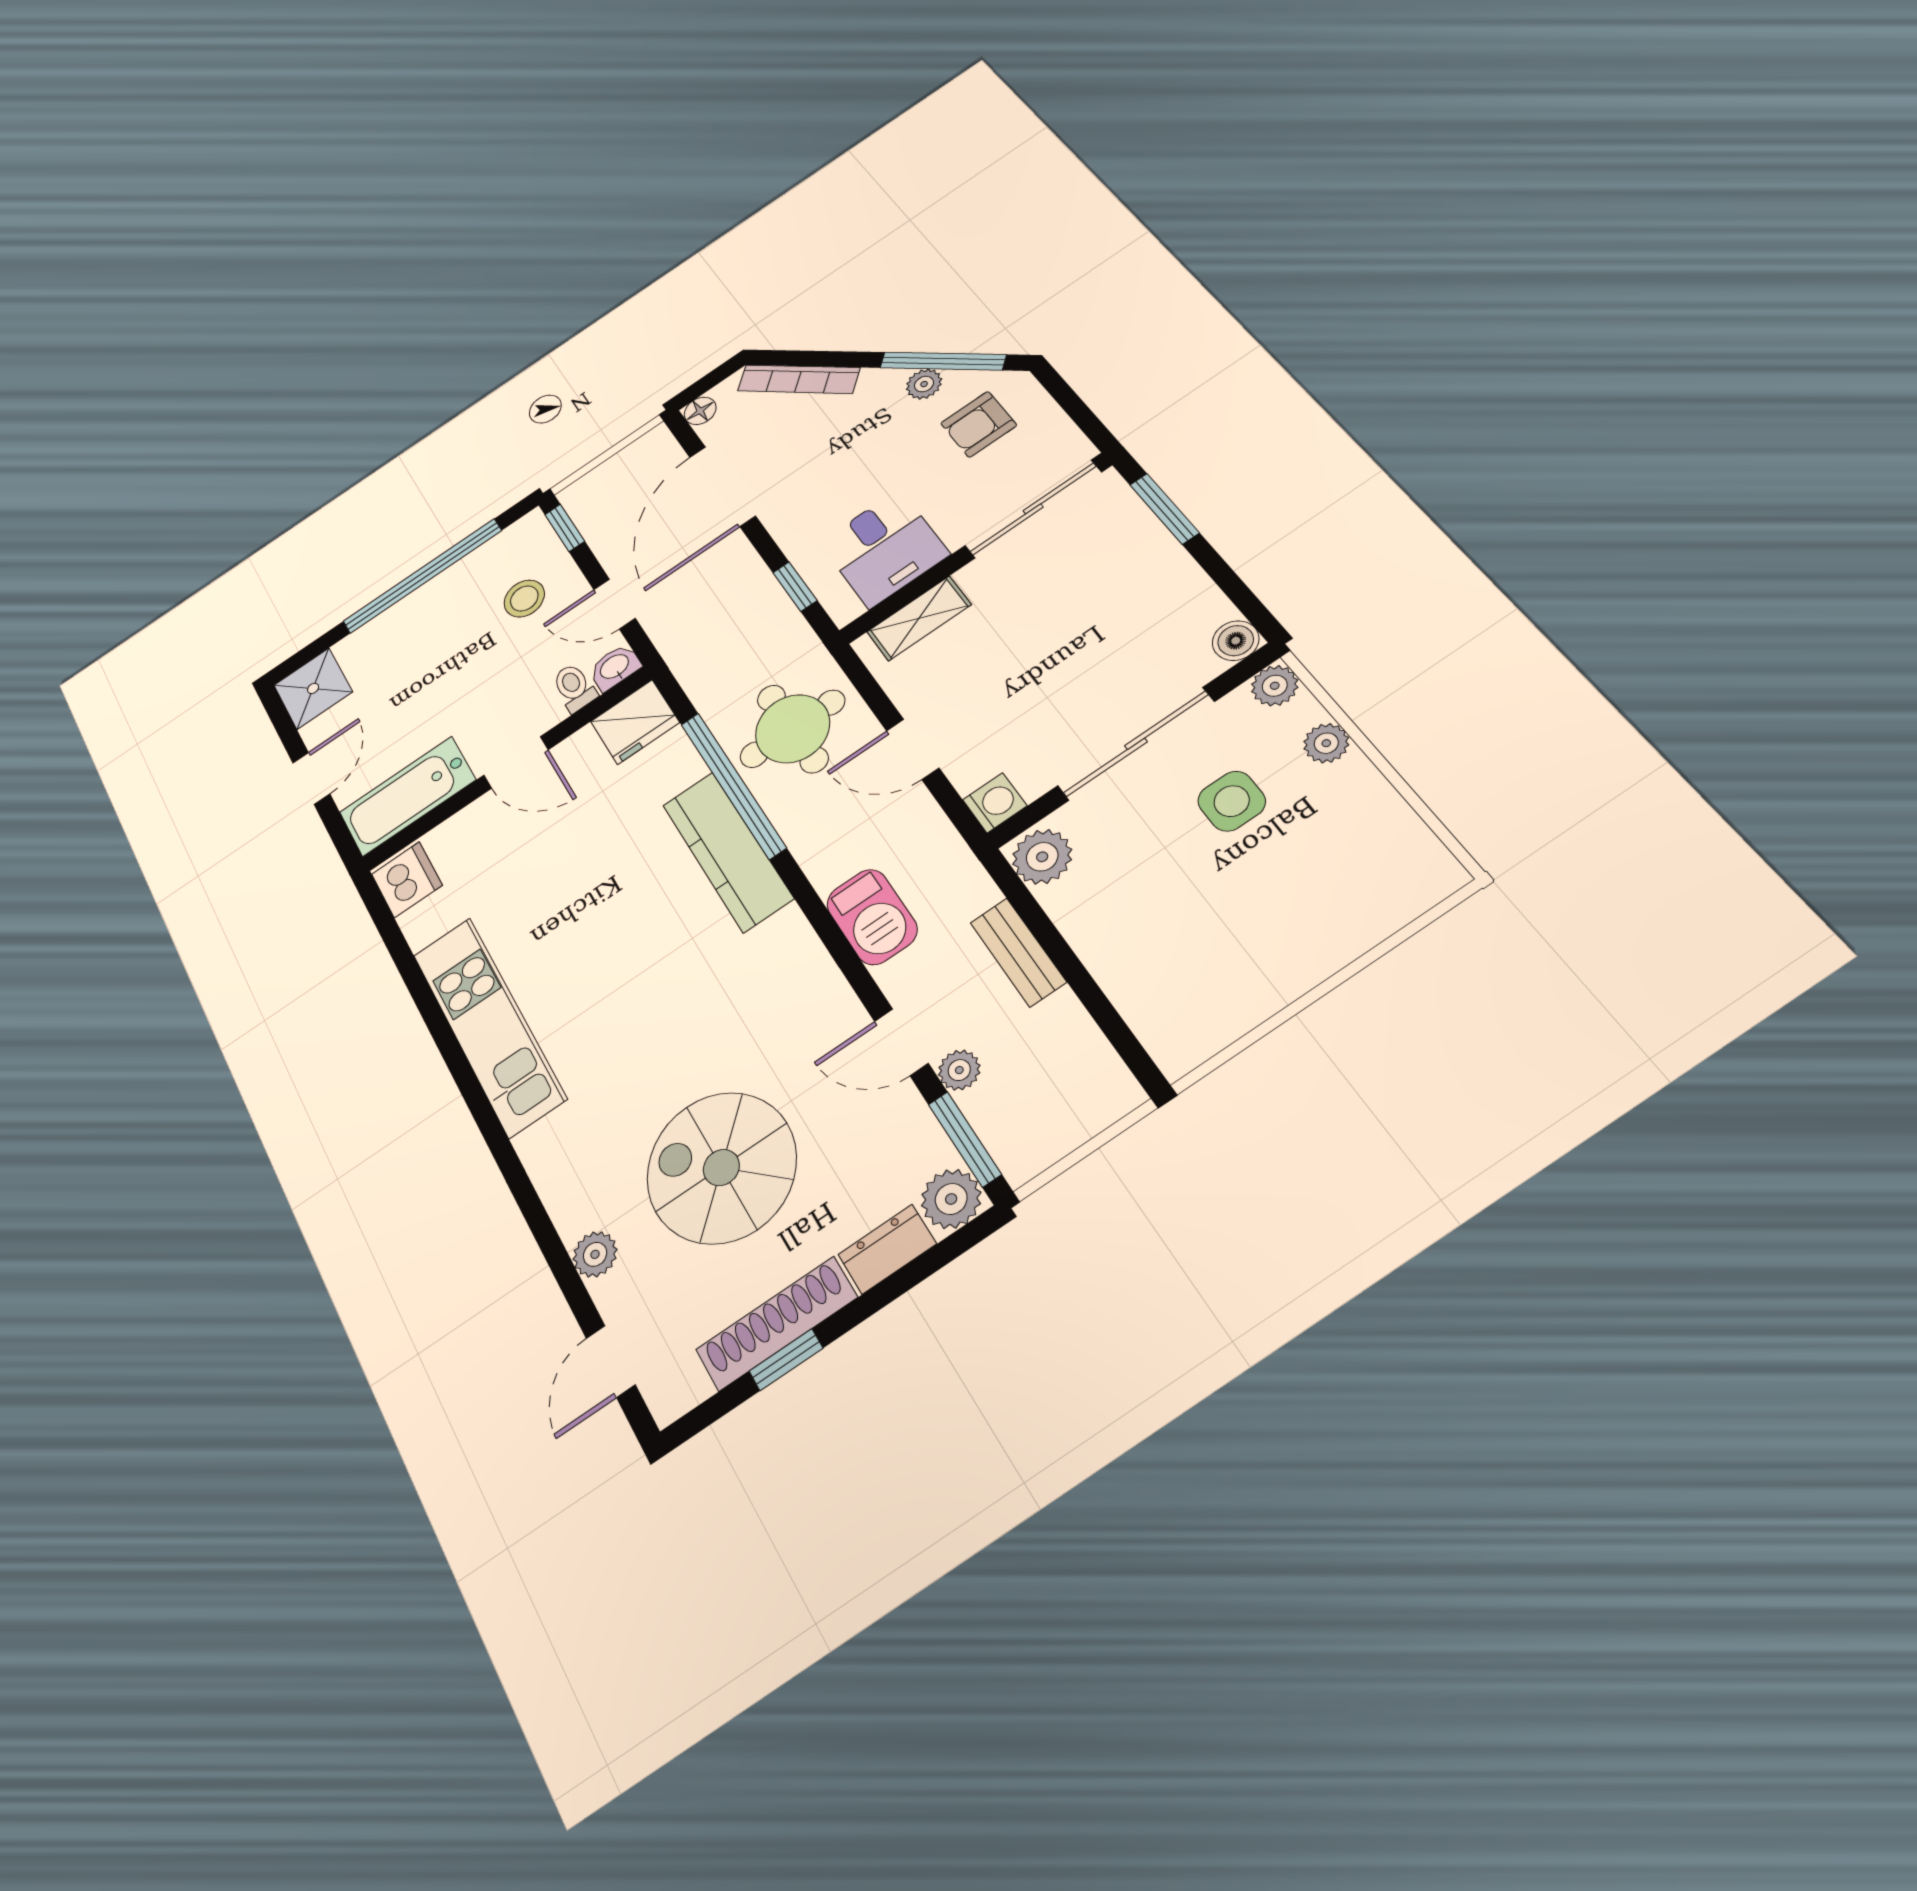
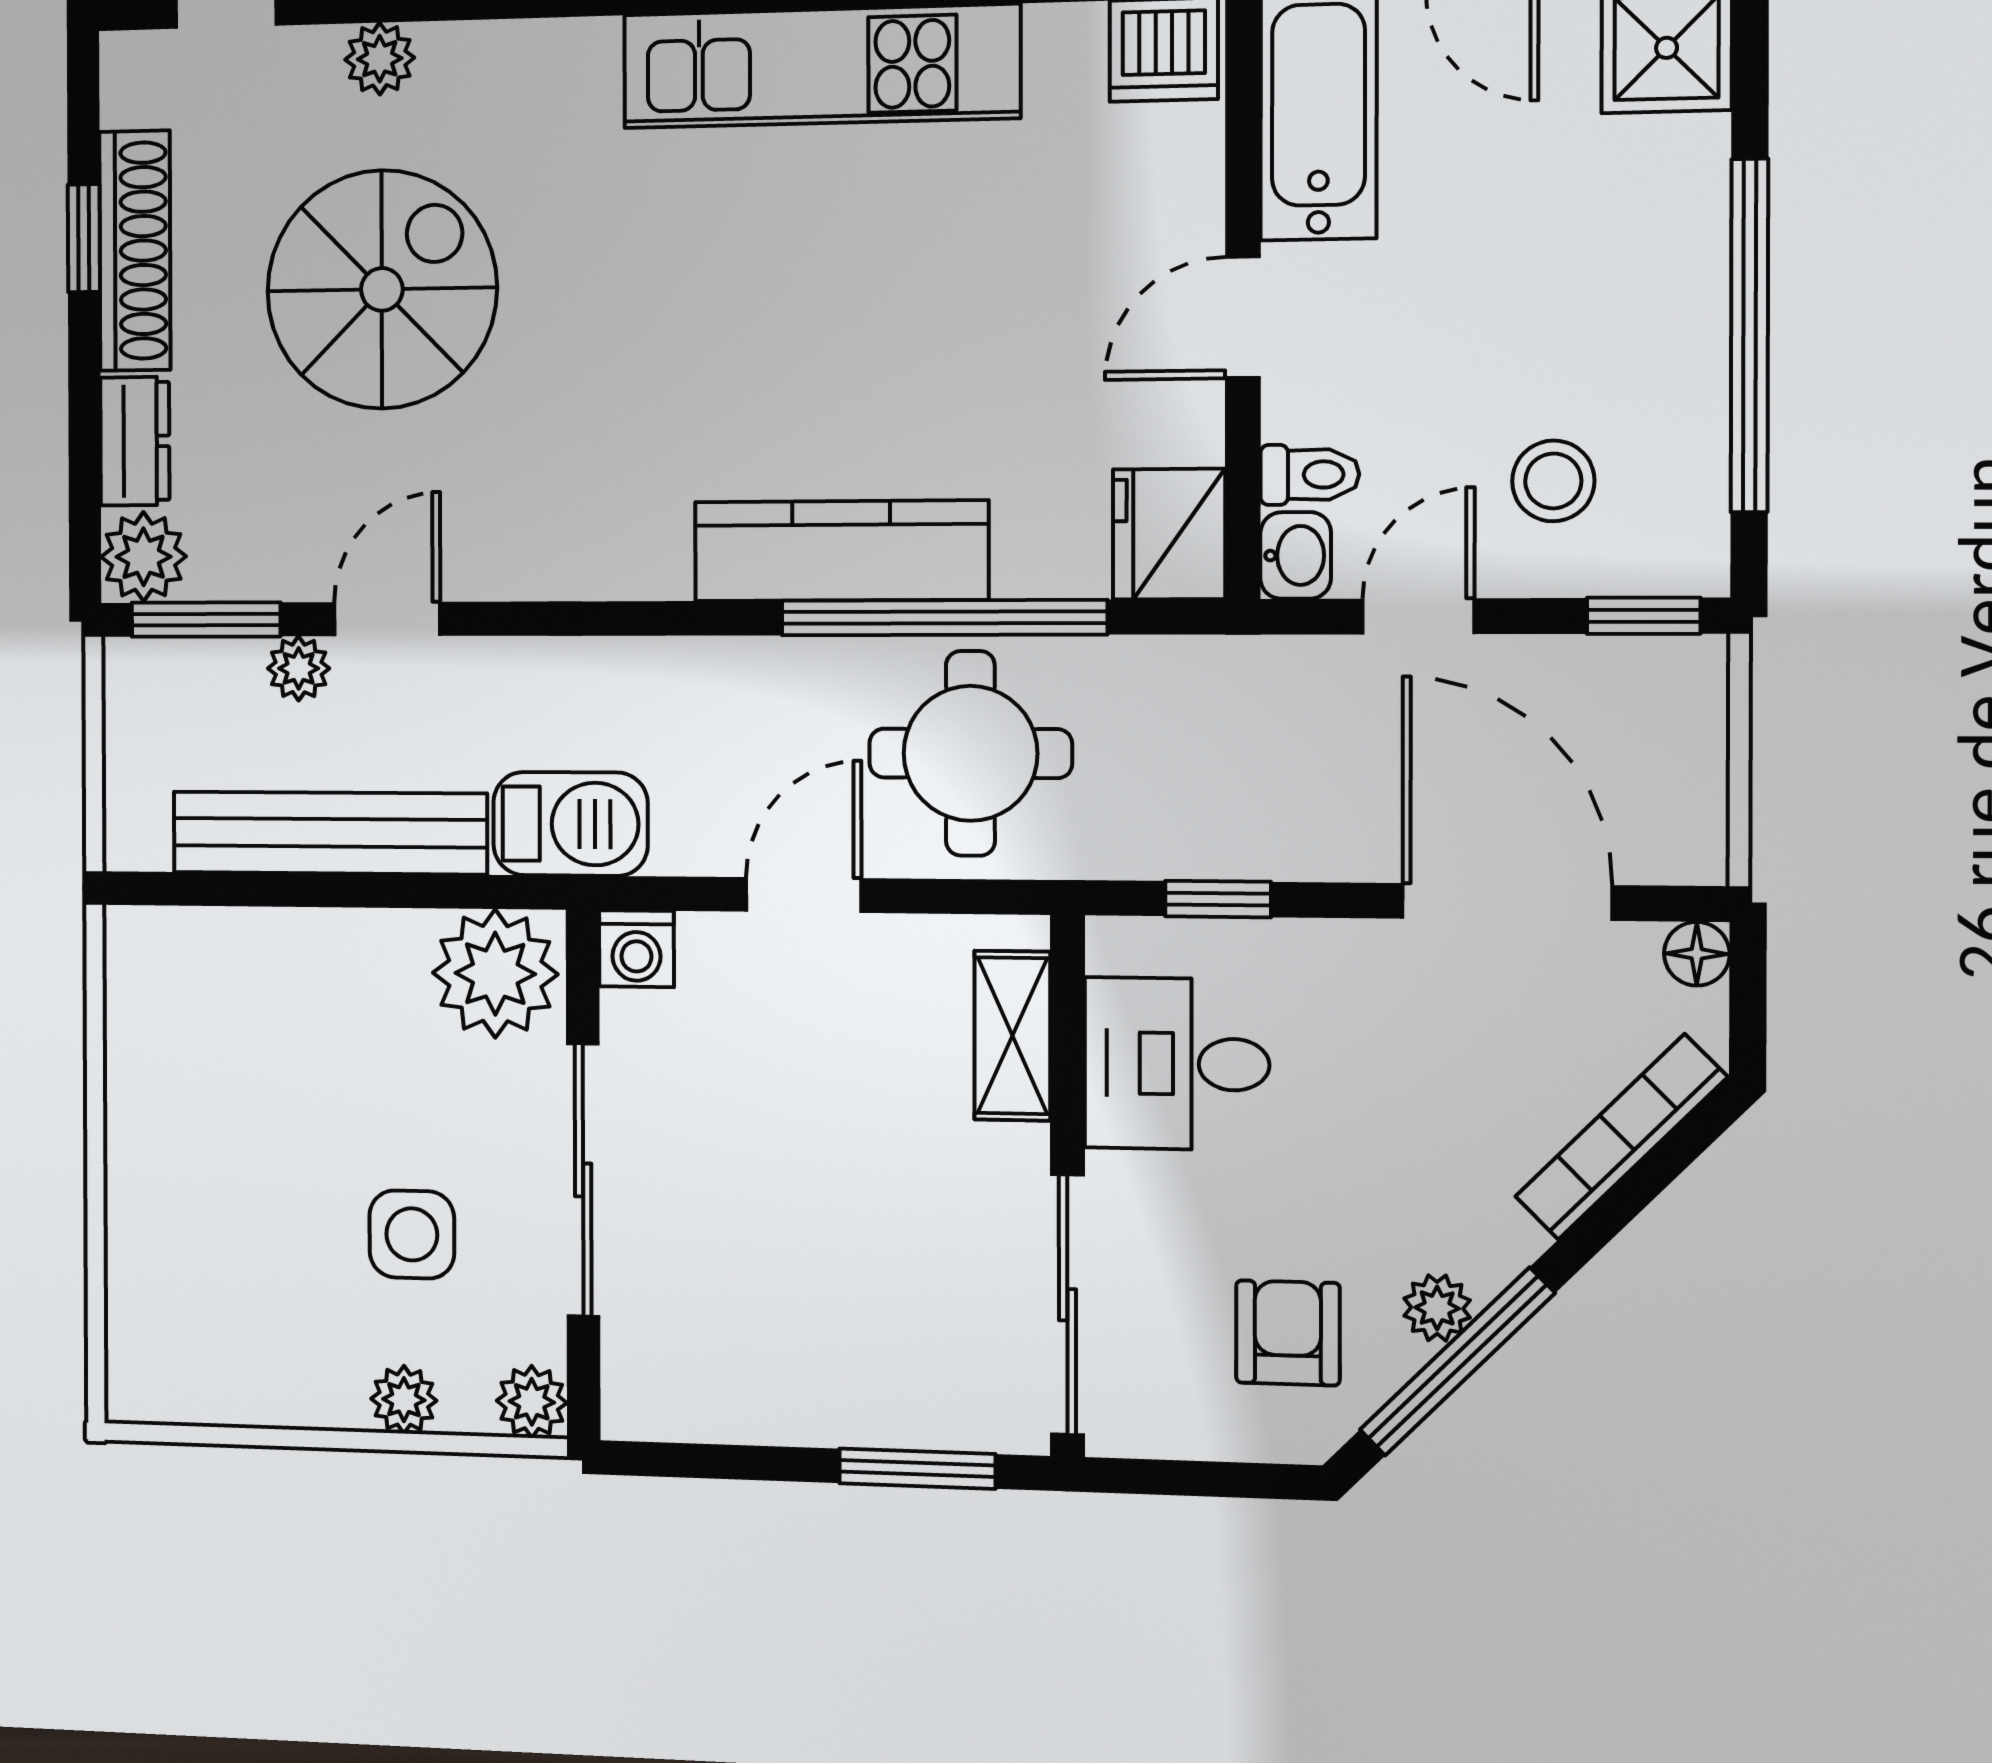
boiler: (1236, 641) -> (636, 1405), removed
plant: (1042, 857) -> (495, 974), width x1.36, depth x1.36
barbecue: (872, 917) -> (570, 824), moved, turned 180
bench: (1018, 952) -> (330, 833), width x1.86, depth x1.21

